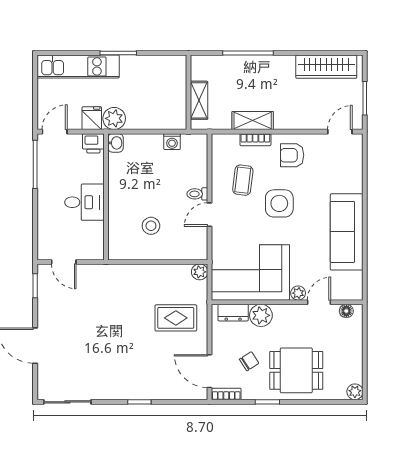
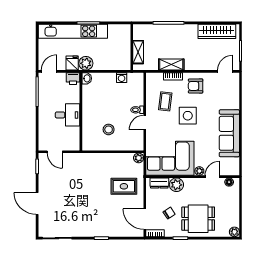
kitchen unit: (78, 66) -> (73, 31), width x1.36

